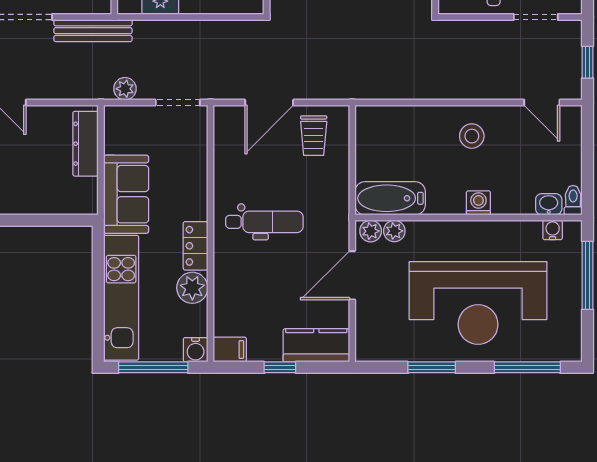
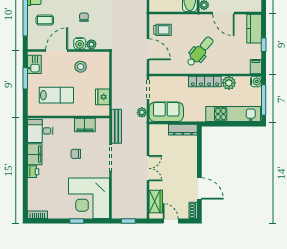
dresser: (85, 144) -> (183, 130), moved
sofa: (126, 194) -> (166, 112), moved
dental chair: (264, 222) -> (200, 51), turned 40
locker: (196, 246) -> (205, 82), width x1.53

